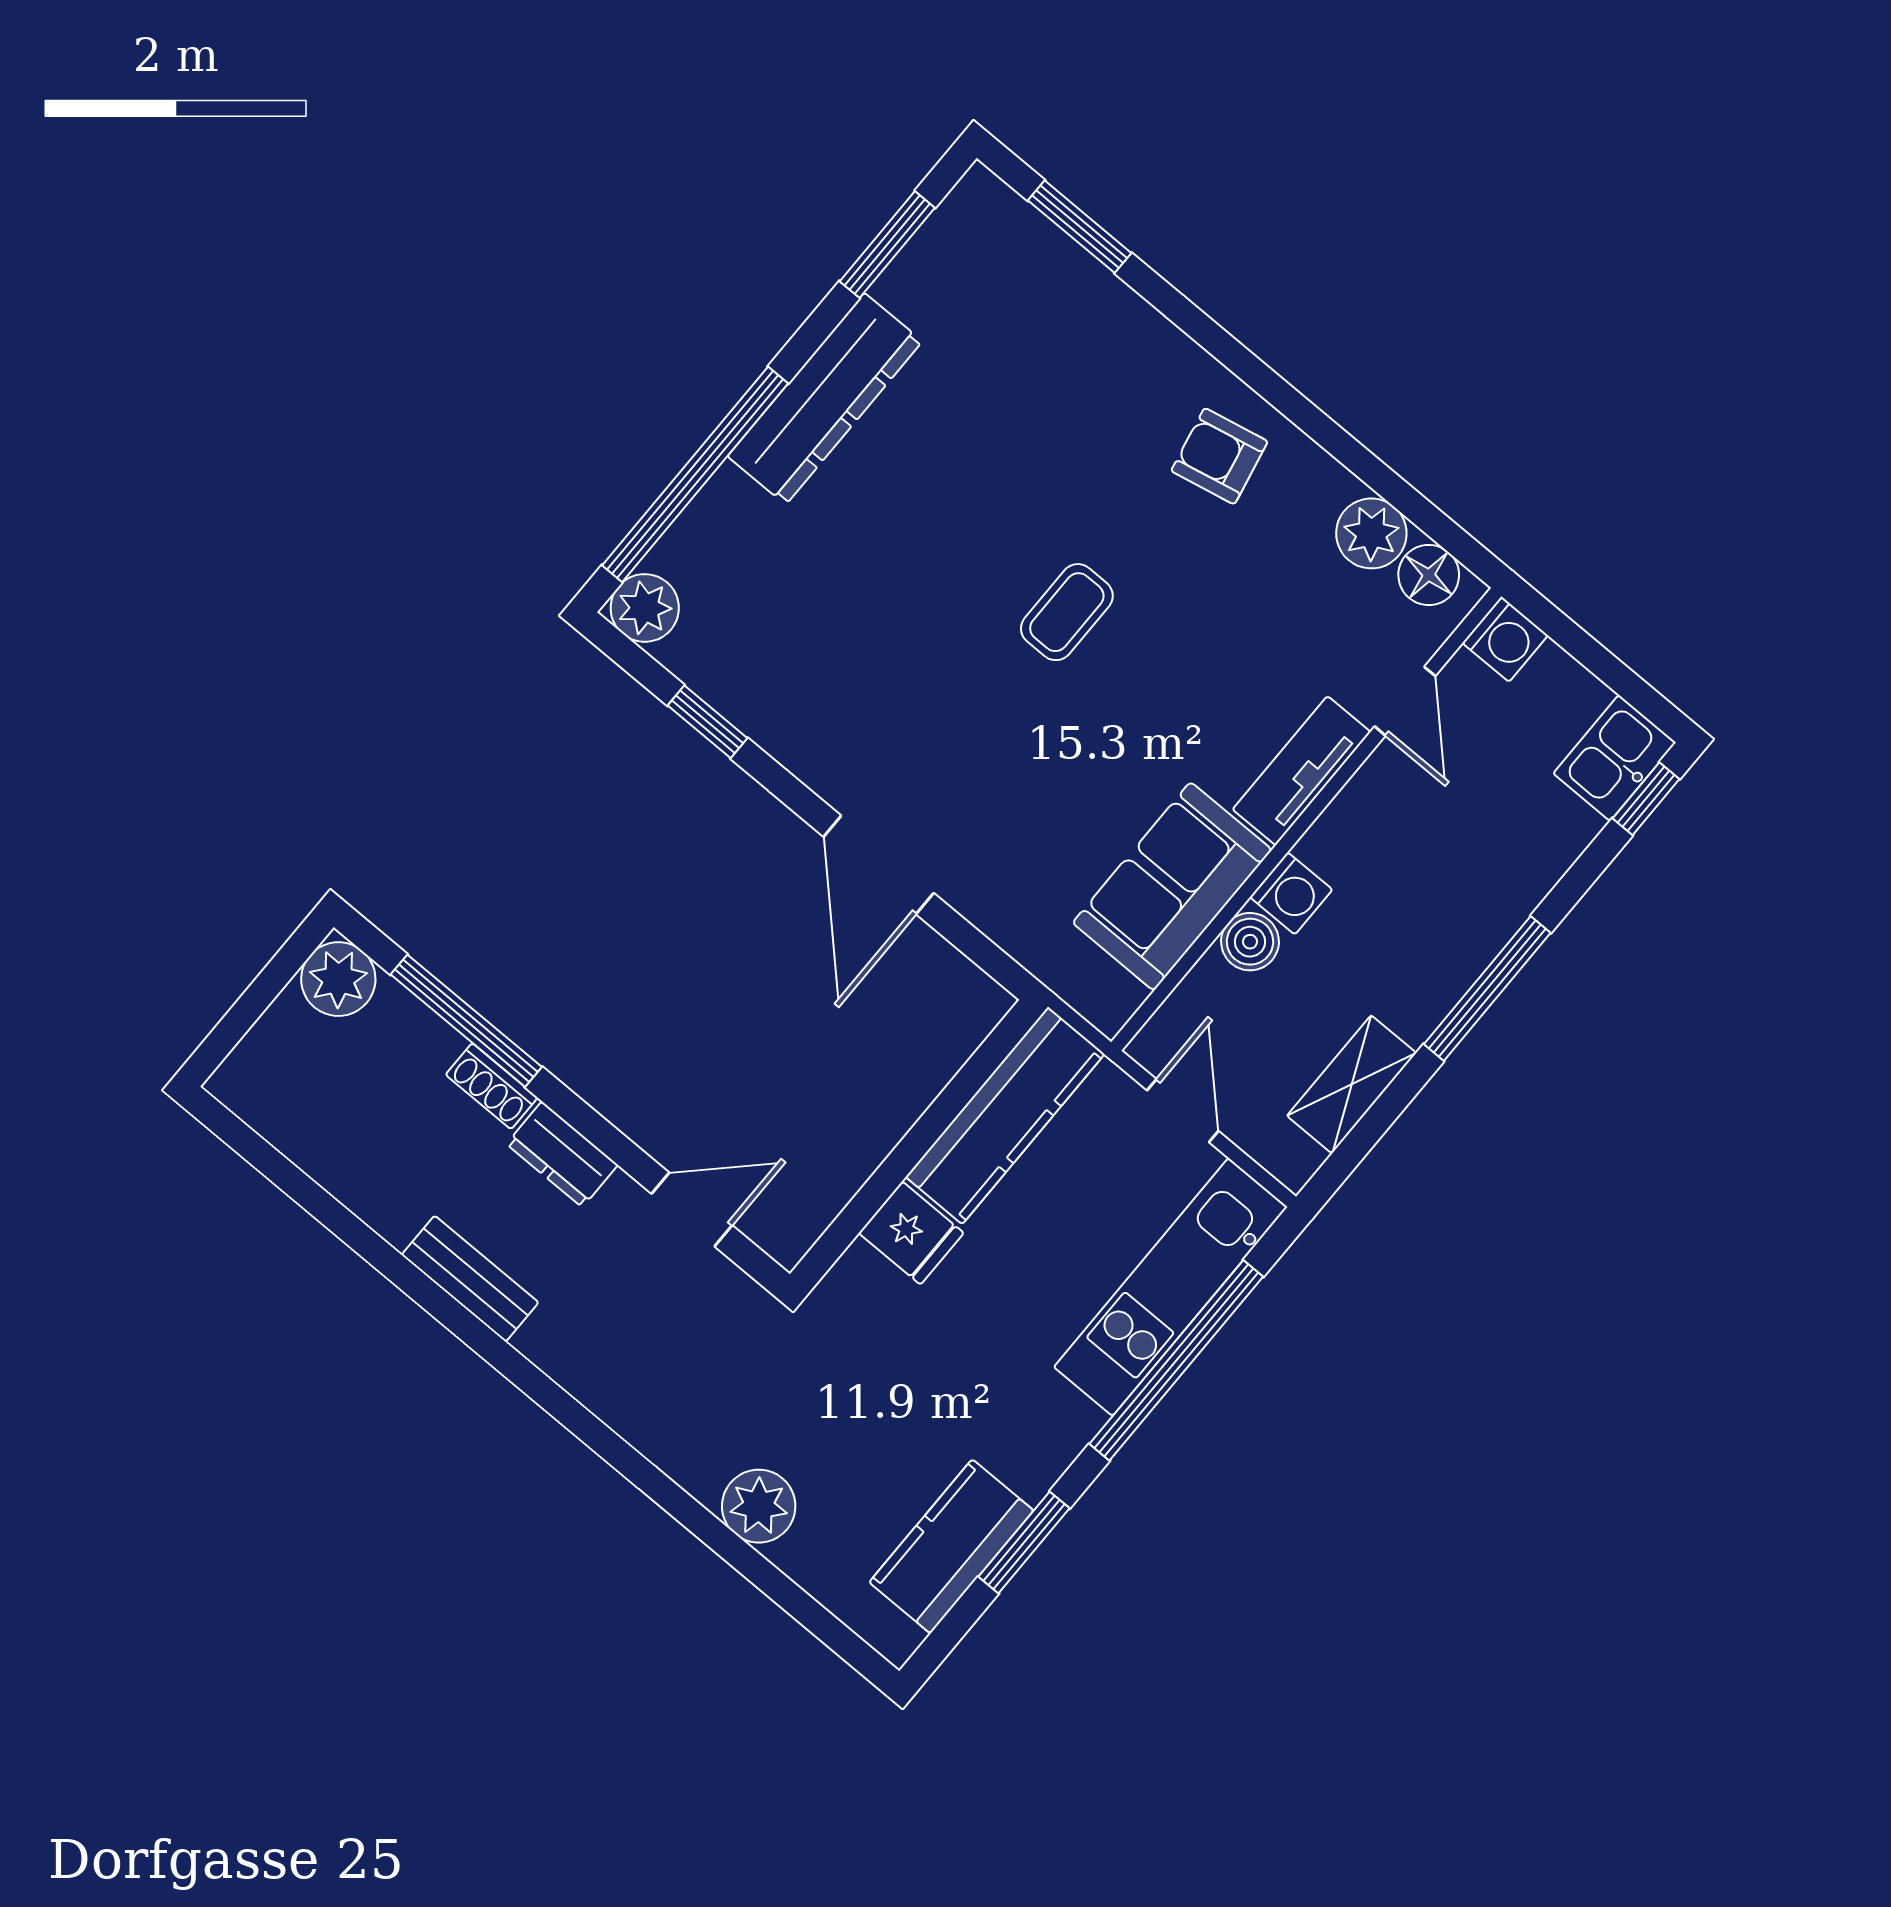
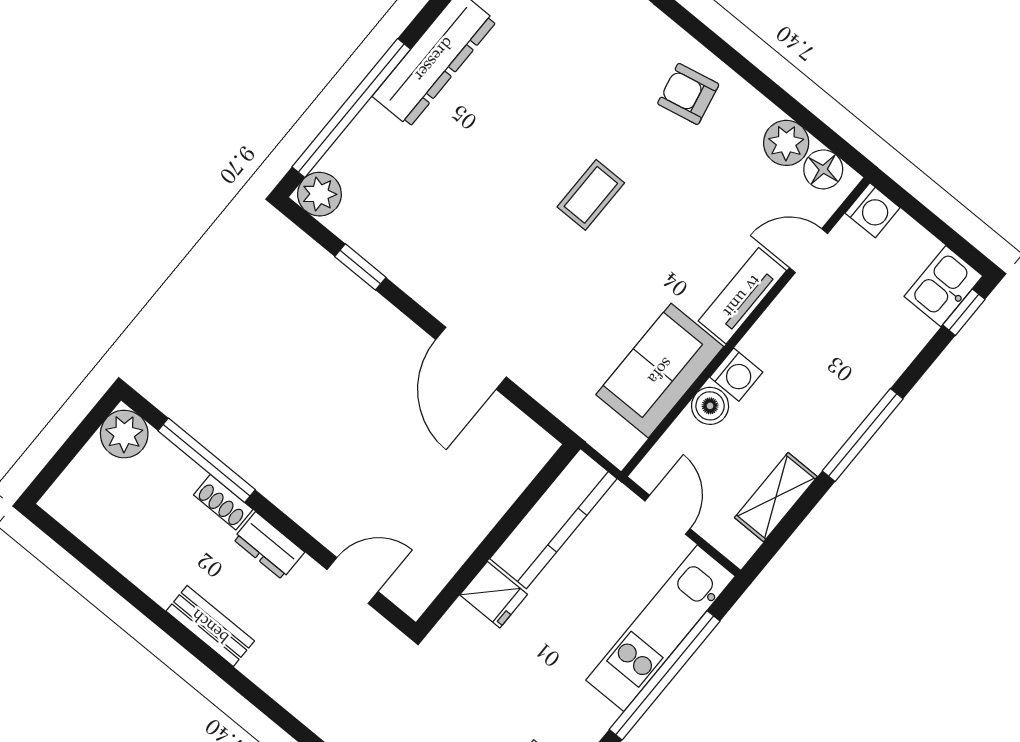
door: (1405, 701) -> (809, 251), swing flipped

